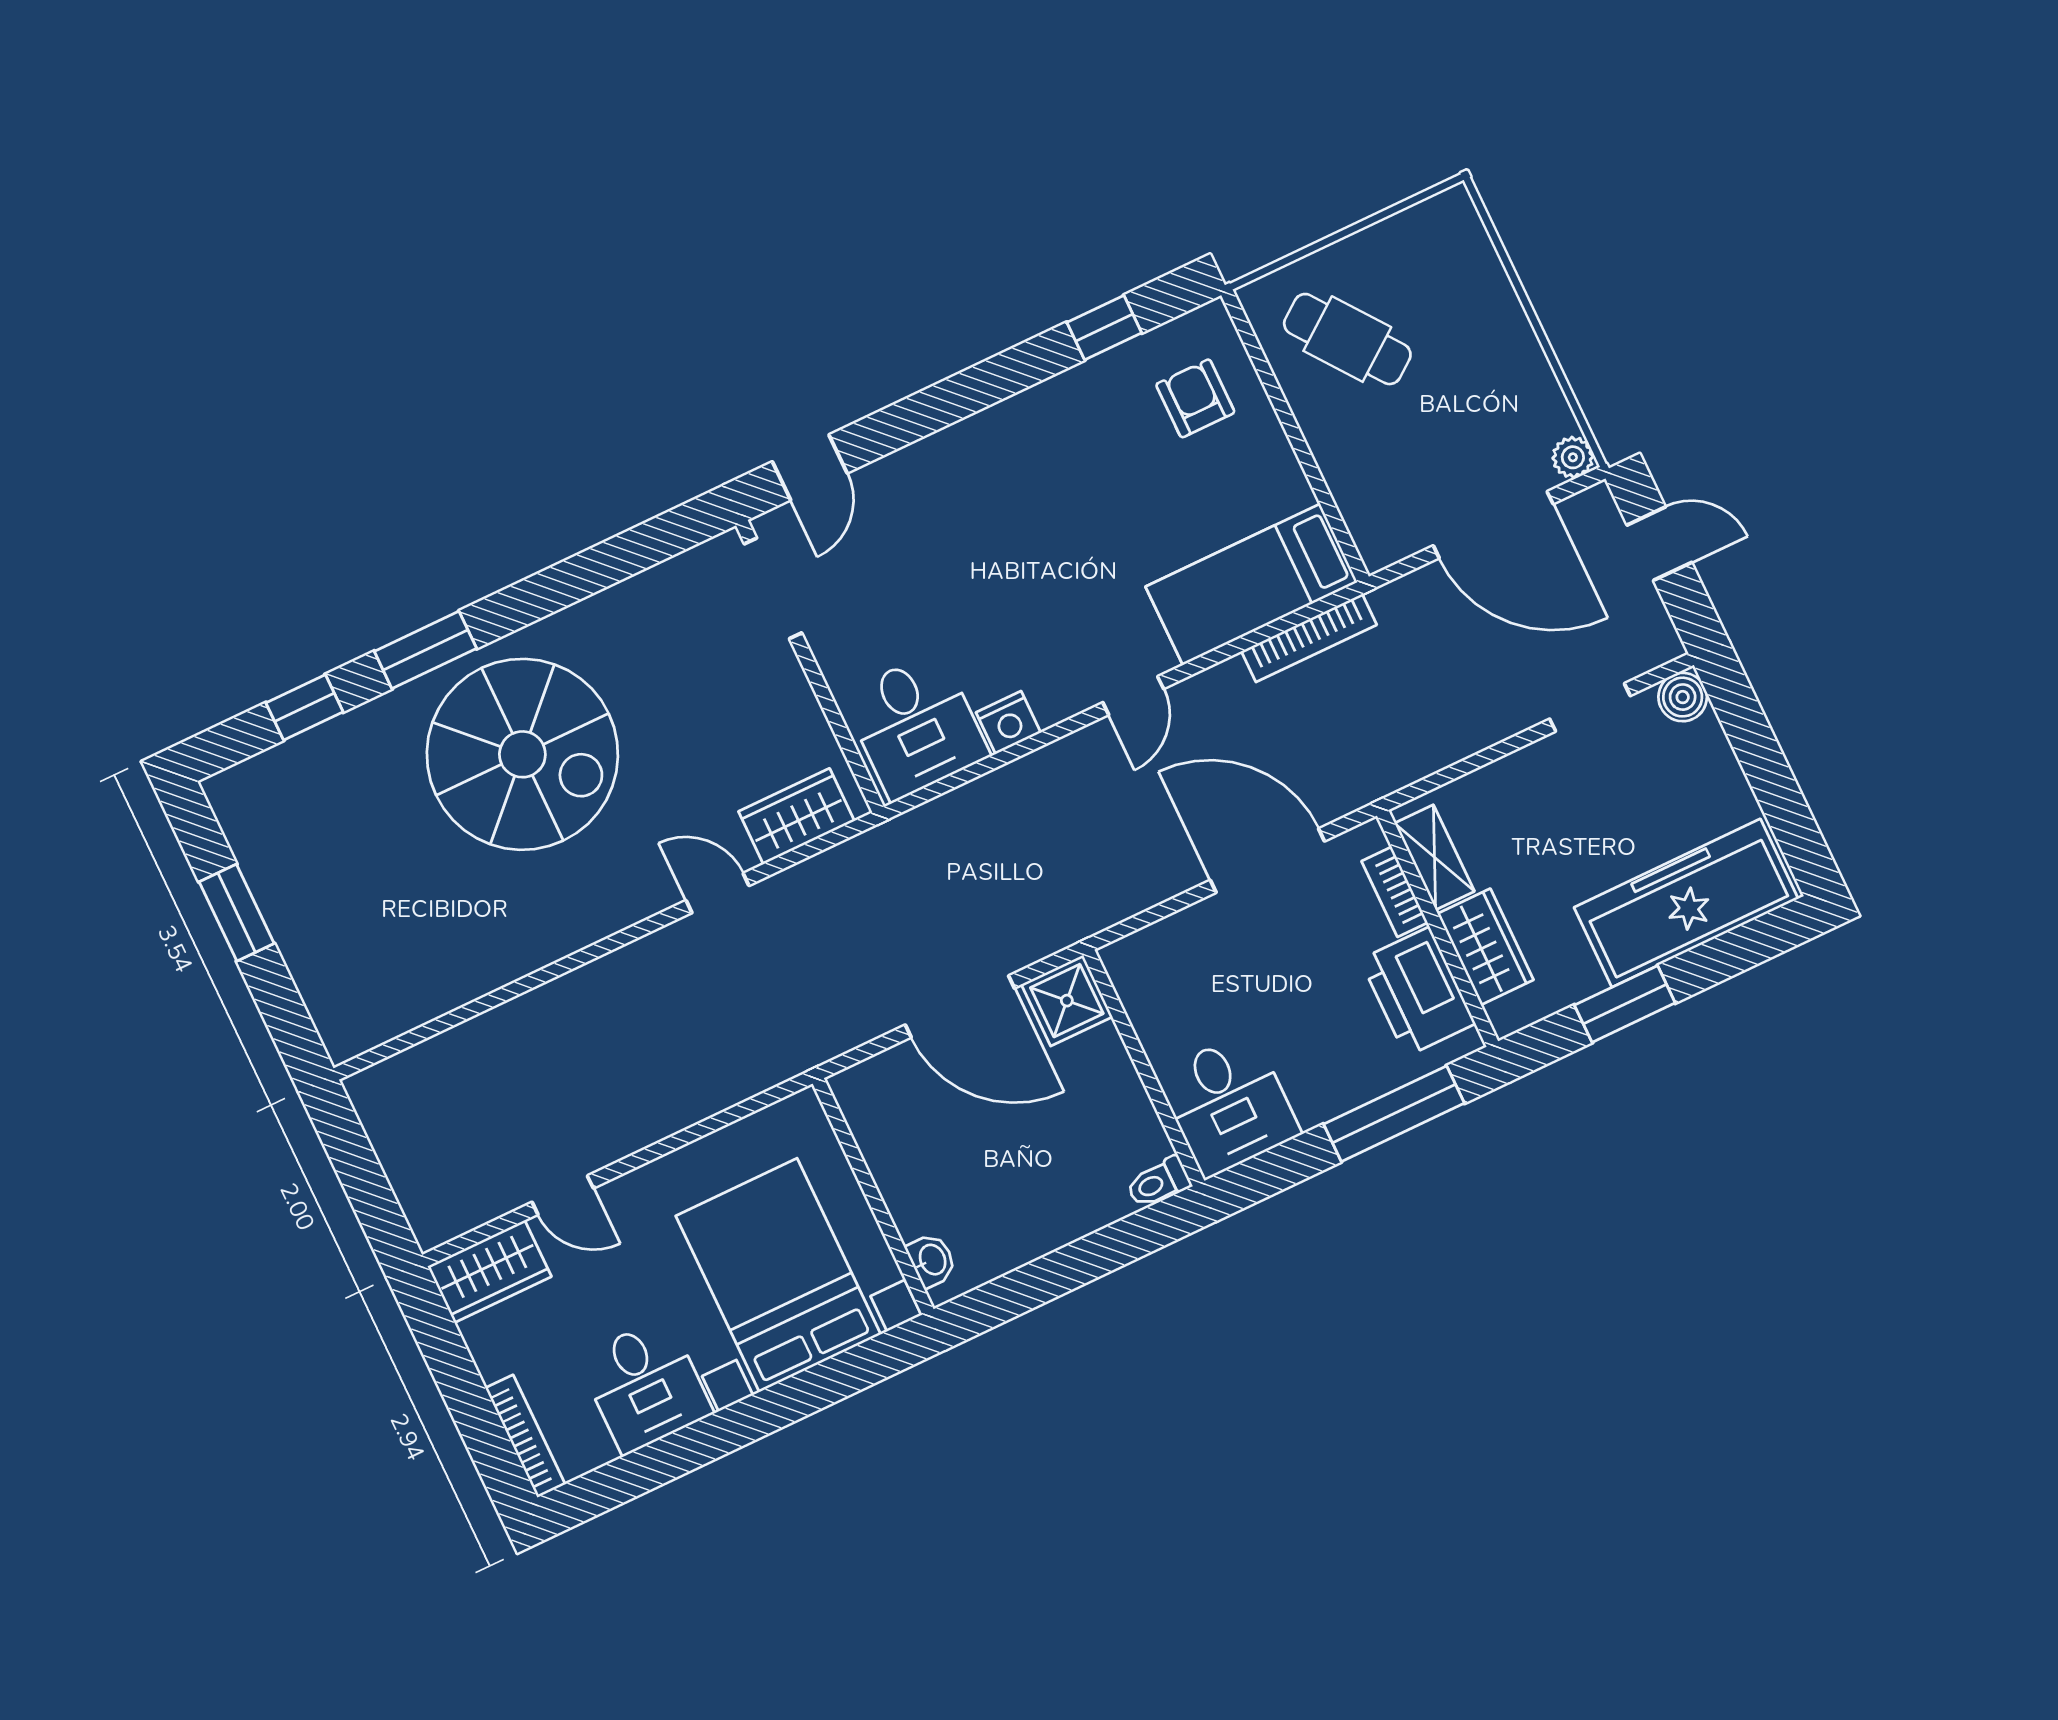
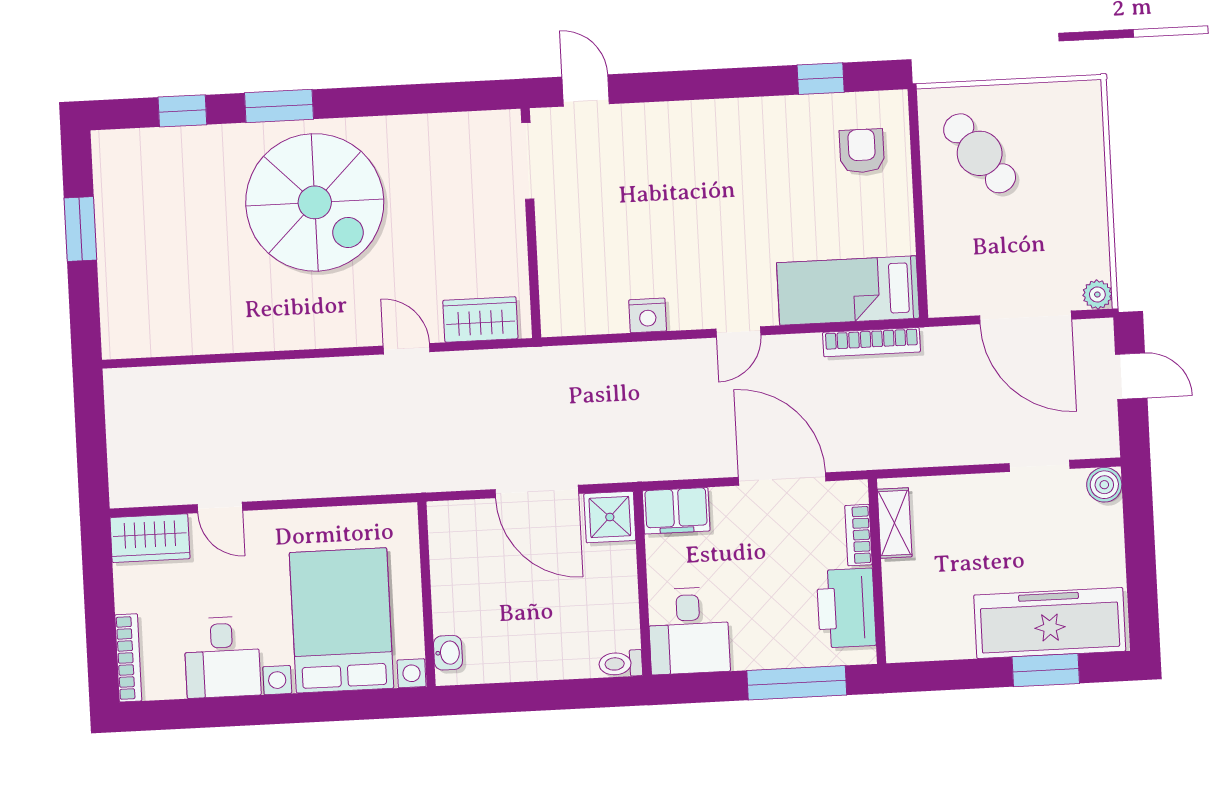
door: (810, 467) -> (586, 90), swing flipped
desk: (916, 725) -> (585, 292), removed
wardrobe: (1486, 947) -> (904, 597), removed
filing cabinet: (1148, 957) -> (676, 511), added
window: (1625, 1004) -> (1046, 670), moved

